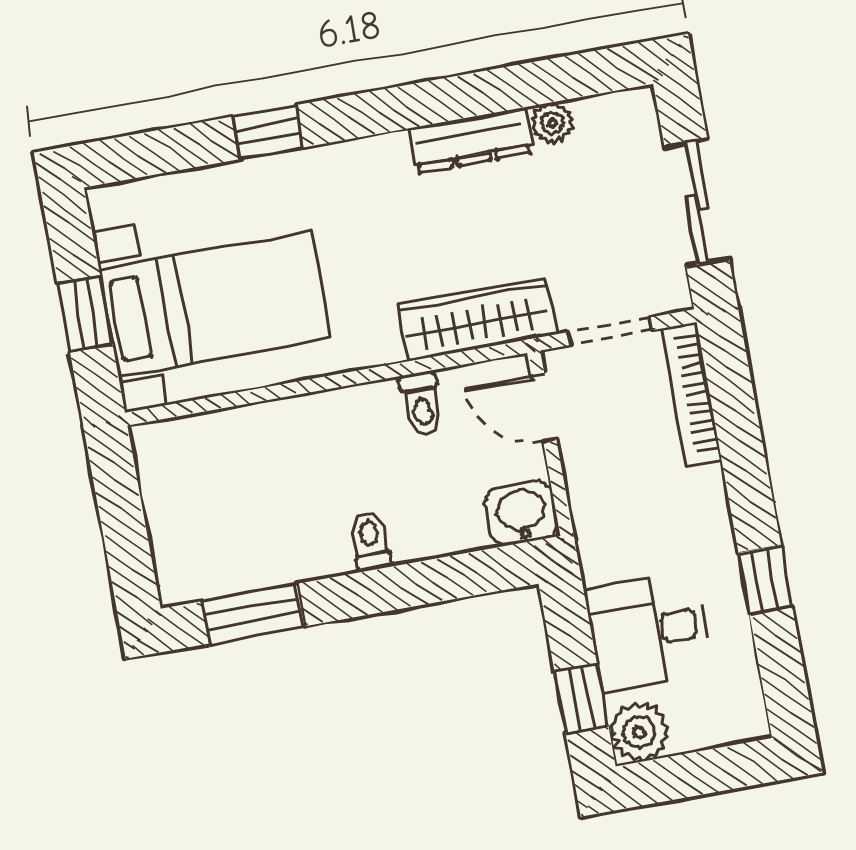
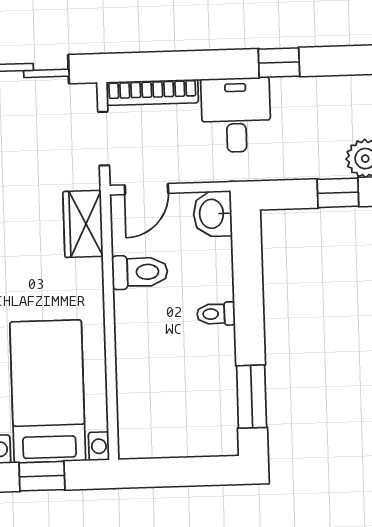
wardrobe: (477, 319) -> (83, 224), width x0.67
toilet: (421, 403) -> (140, 272), width x1.37, depth x1.39
desk: (648, 631) -> (236, 115), moved, turned 180

